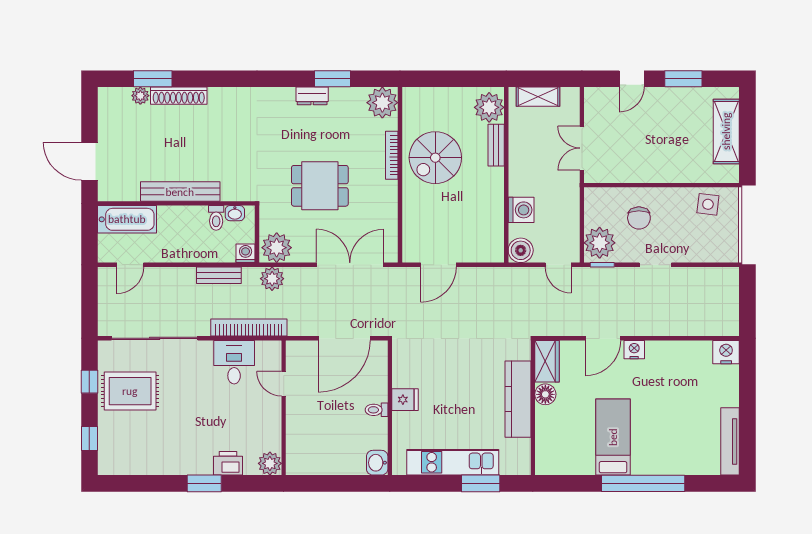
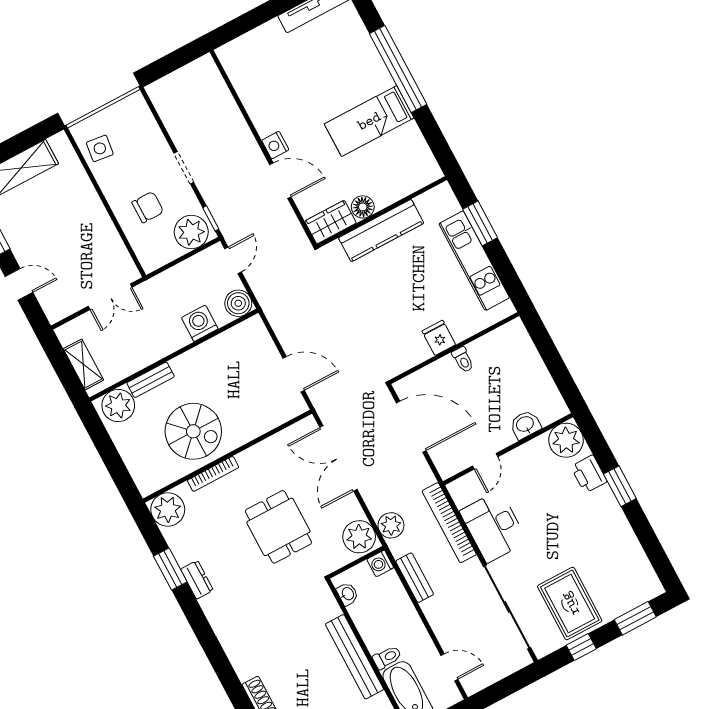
toilet: (216, 218) -> (387, 657), moved
nightstand: (726, 352) -> (231, 56), removed
desk: (234, 362) -> (493, 527), width x1.37
window: (89, 438) -> (635, 618), width x1.50
plant: (270, 463) -> (566, 440), width x1.36, depth x1.36
washbasin: (377, 463) -> (525, 425), moved, turned 180

